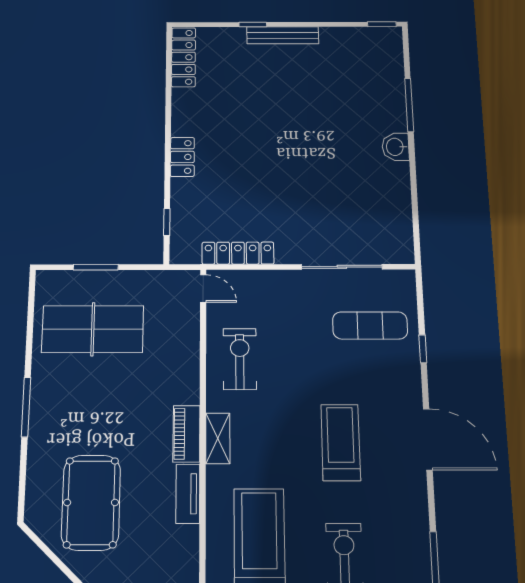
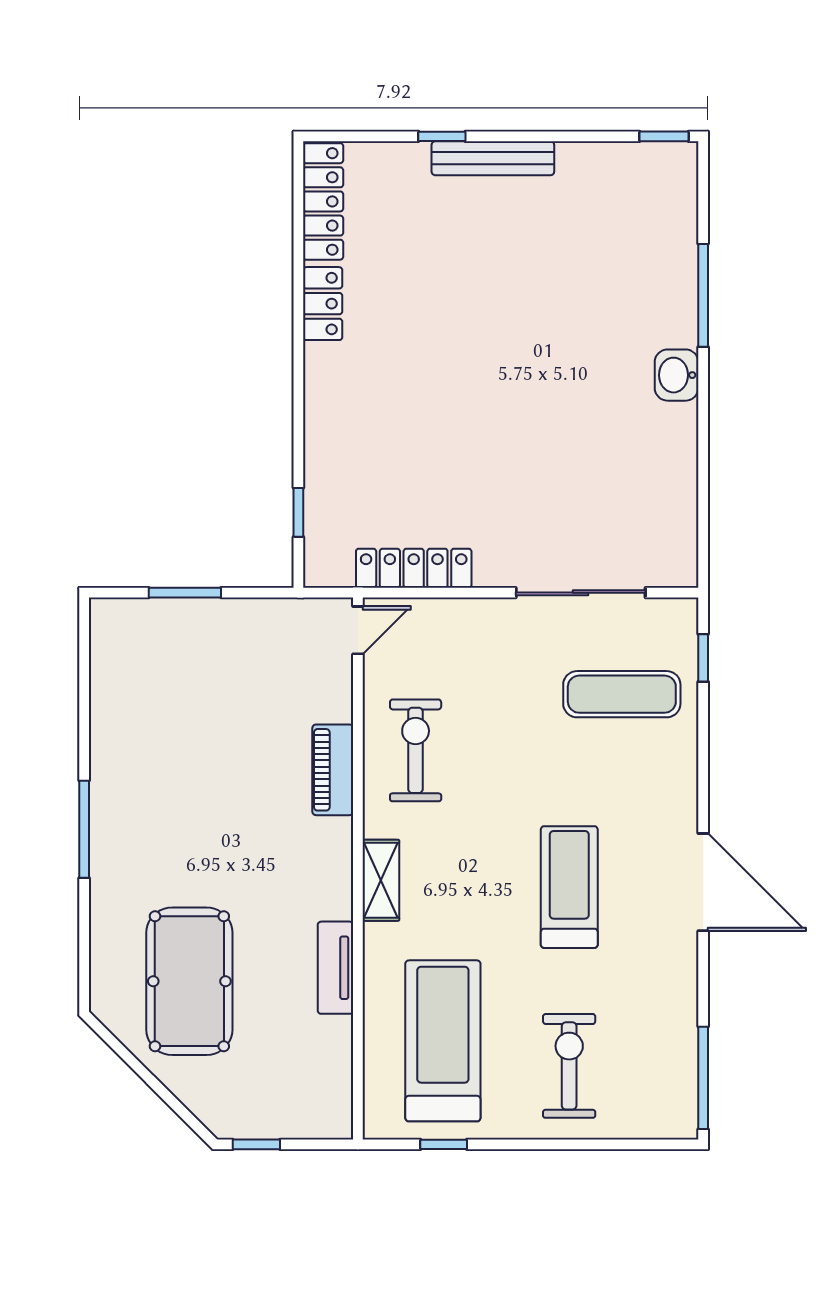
locker: (182, 157) -> (323, 304), moved
door: (203, 289) -> (358, 630), hinge flipped
table tennis table: (93, 329) -> (183, 700), removed
window: (423, 349) -> (703, 658), moved
piano: (186, 434) -> (333, 770), moved

